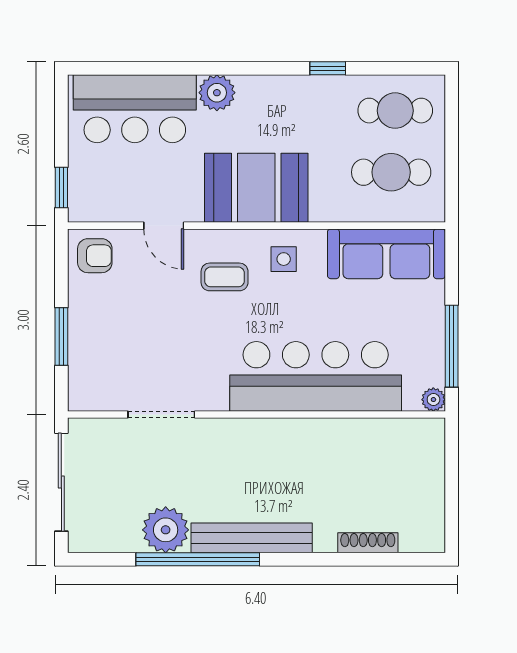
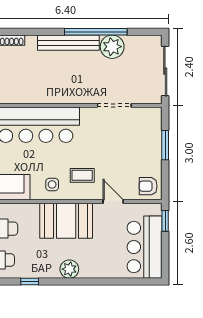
plant: (217, 93) -> (69, 269), moved
bar counter: (135, 109) -> (145, 247), moved, turned -90

